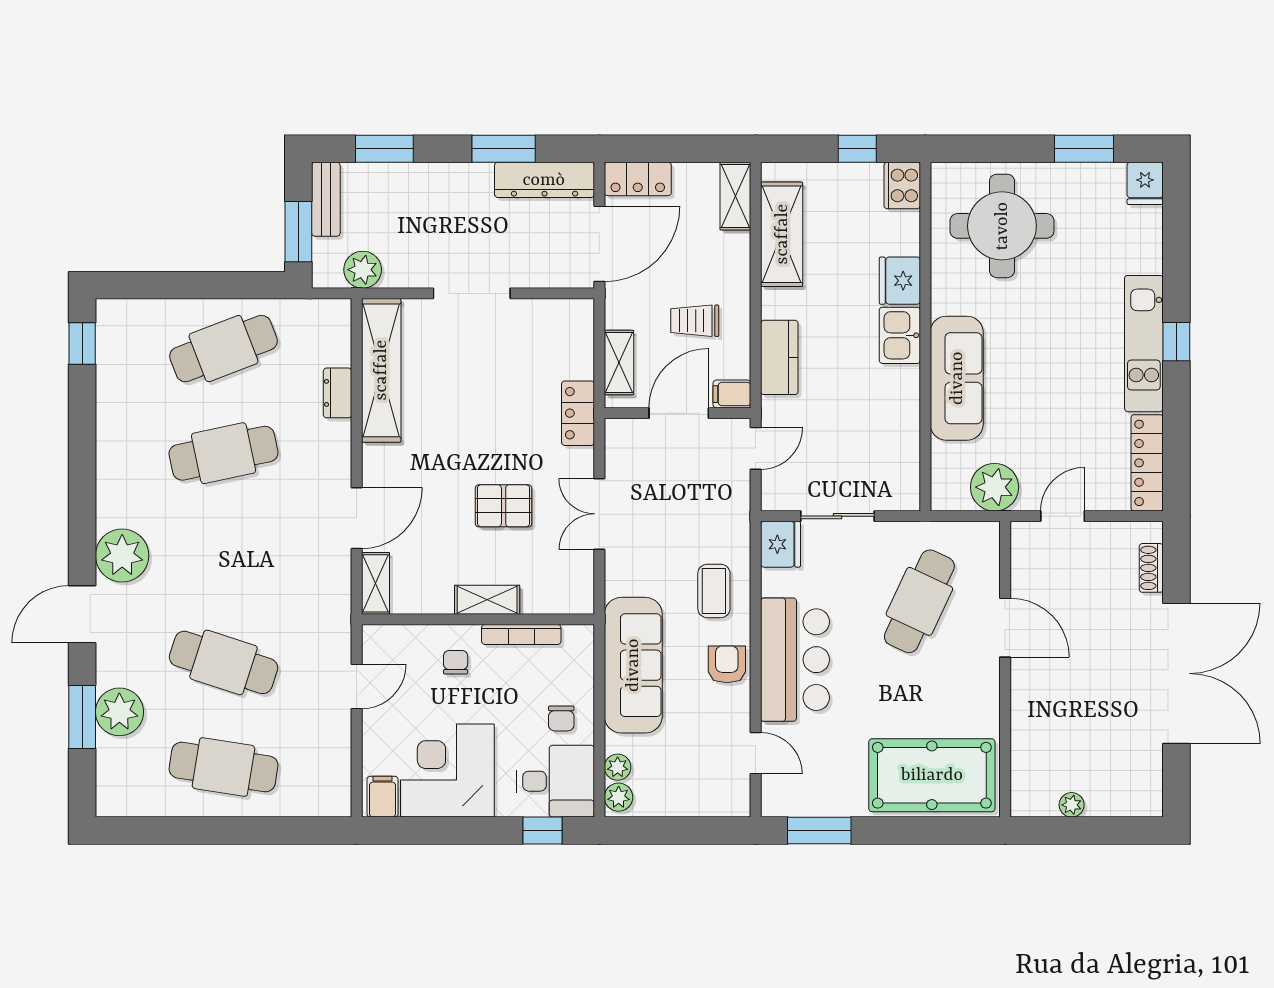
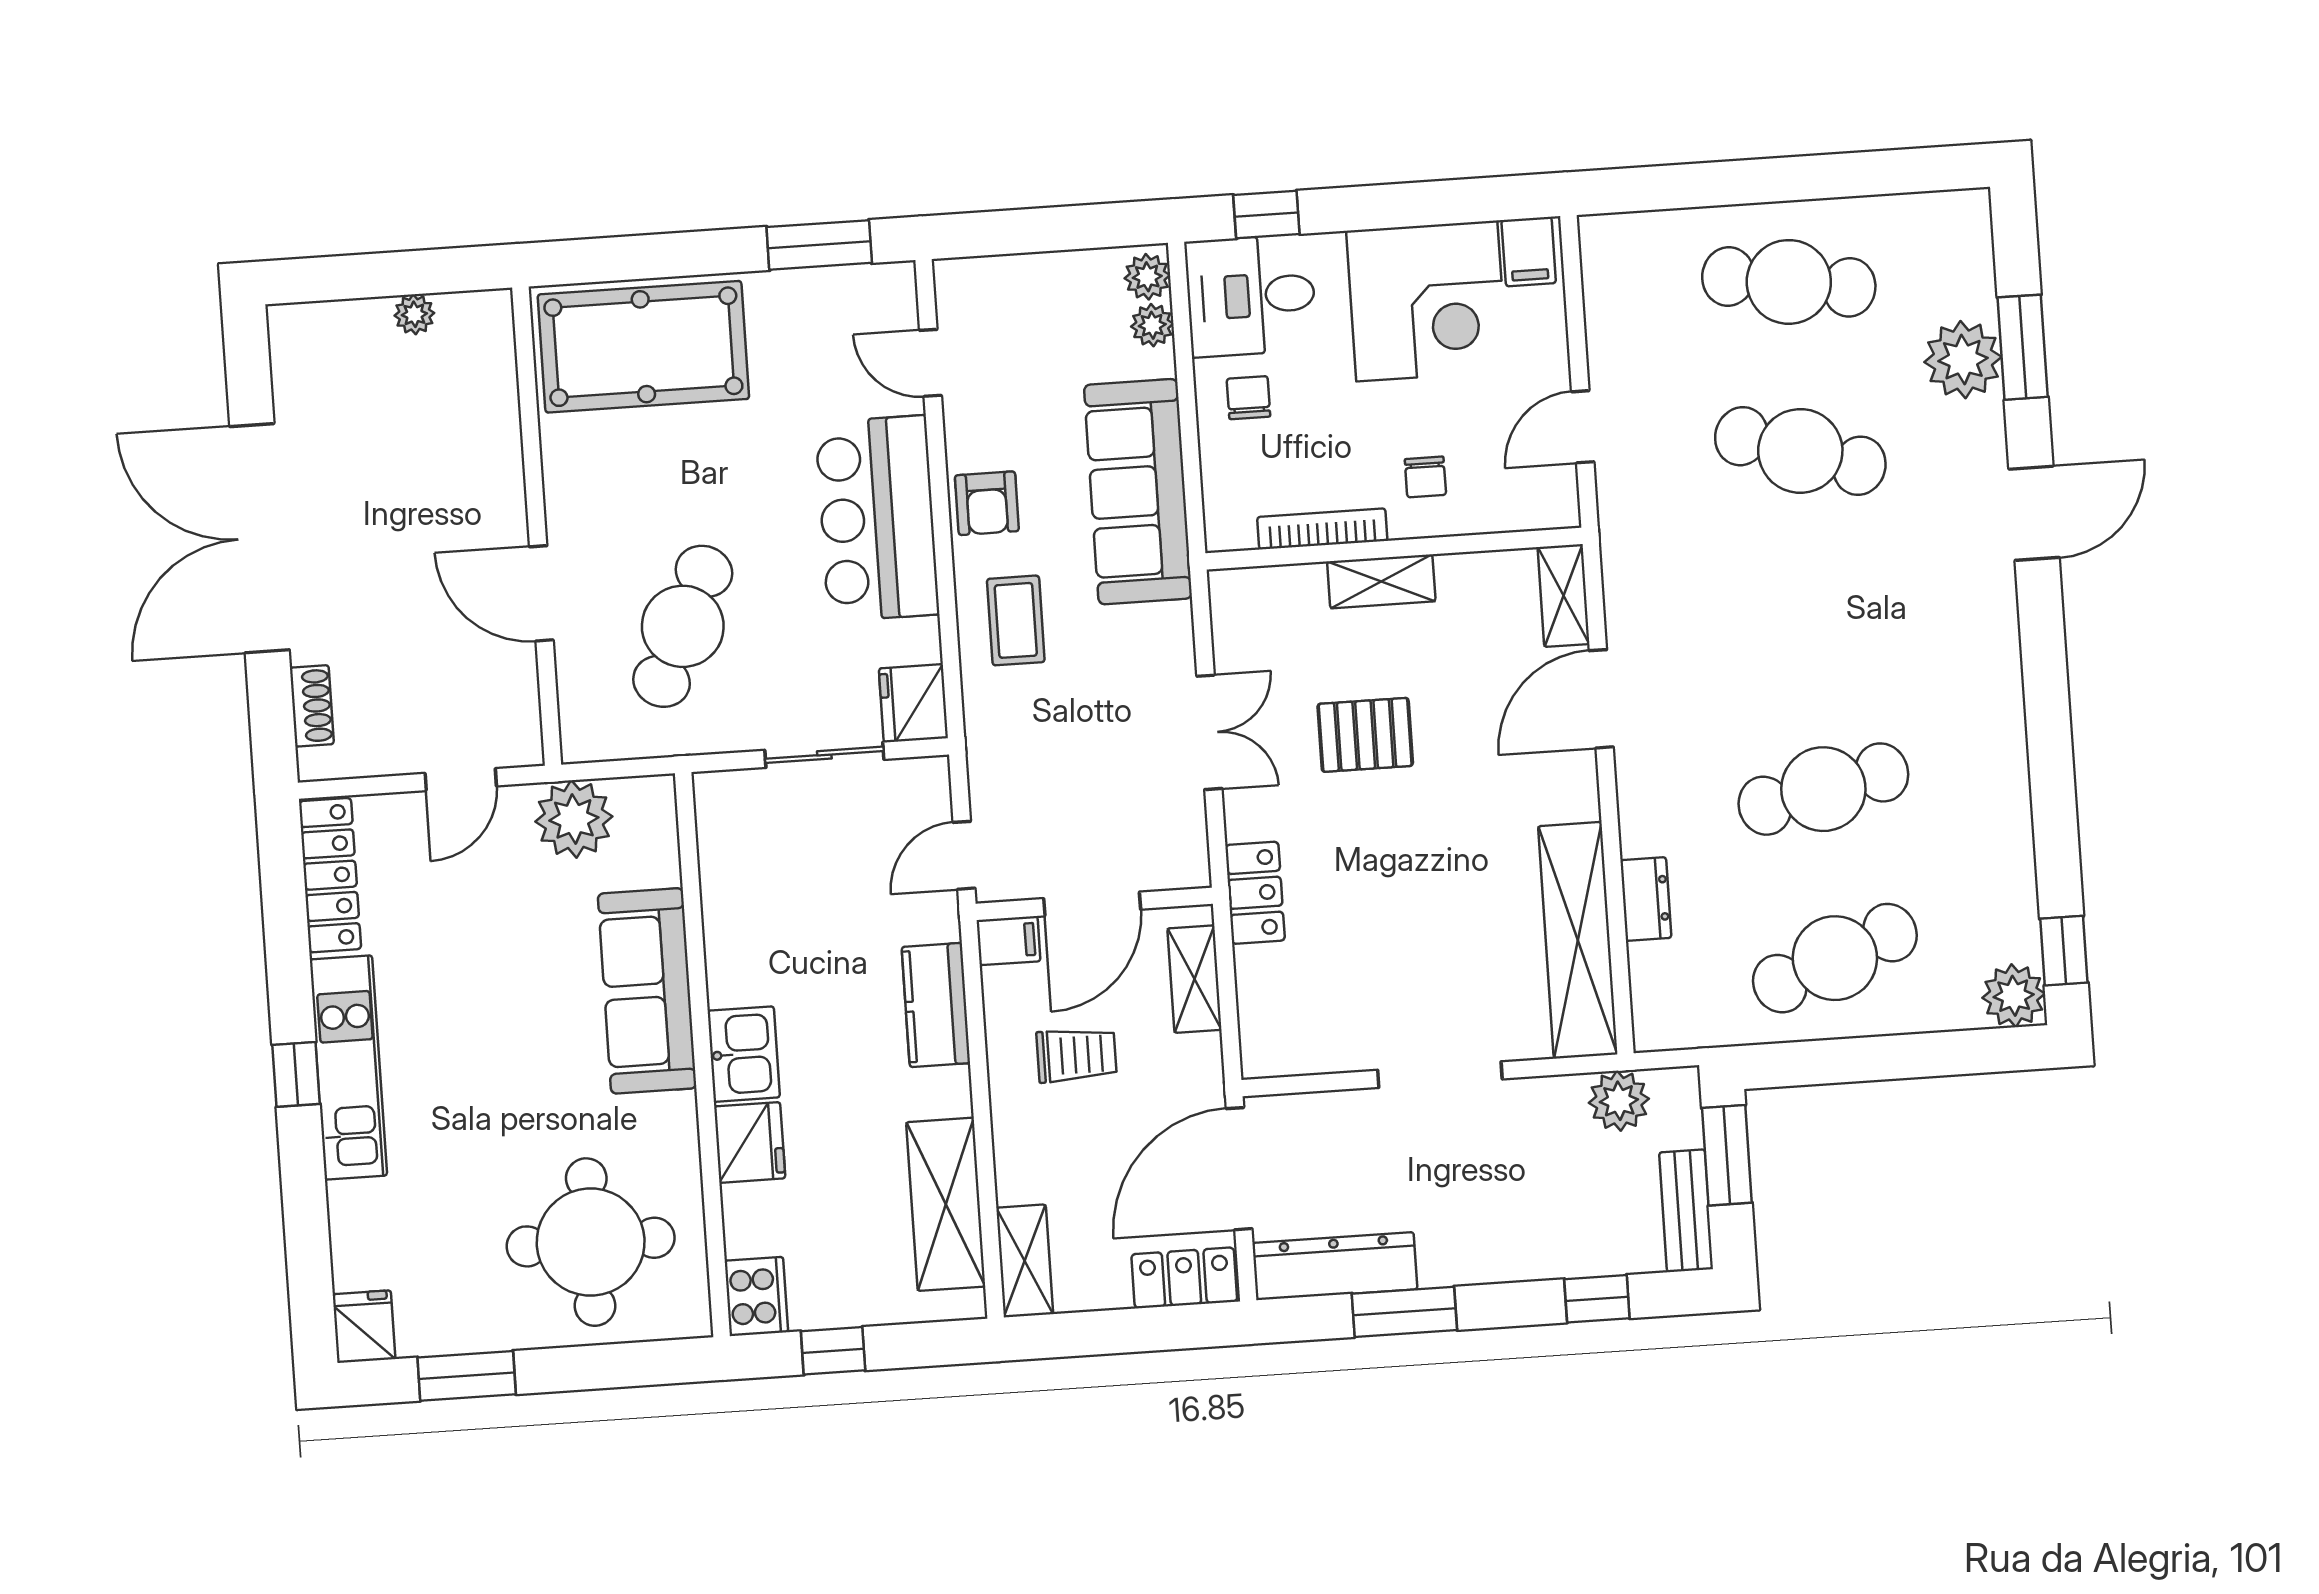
window: (384, 149) -> (1597, 1299), width x0.67
plant: (122, 555) -> (2014, 996), moved, width x0.73, depth x0.73

